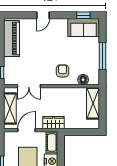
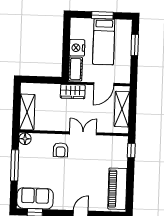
floor lamp: (83, 80) -> (25, 139), moved
double door: (29, 86) -> (83, 133), moved

